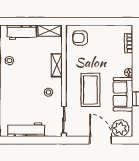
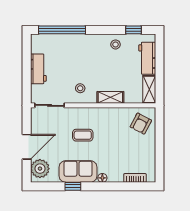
armchair: (80, 38) -> (141, 124), turned -152
coffee table: (90, 90) -> (83, 135), width x0.54, depth x0.58
workbench: (26, 130) -> (38, 69), width x0.73

